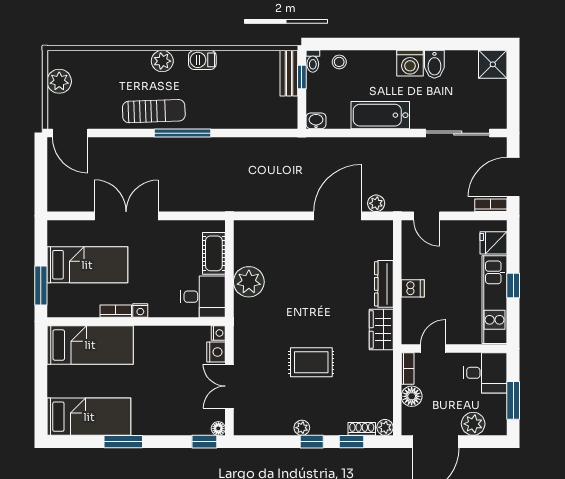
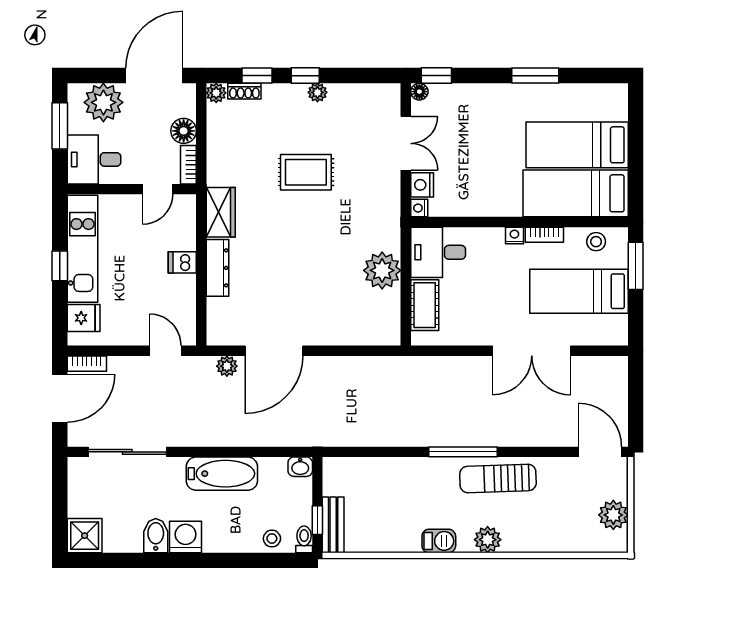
stool: (73, 305) -> (596, 242), added
bed: (89, 417) -> (577, 145), moved
plant: (473, 424) -> (103, 102), width x1.36, depth x1.36

